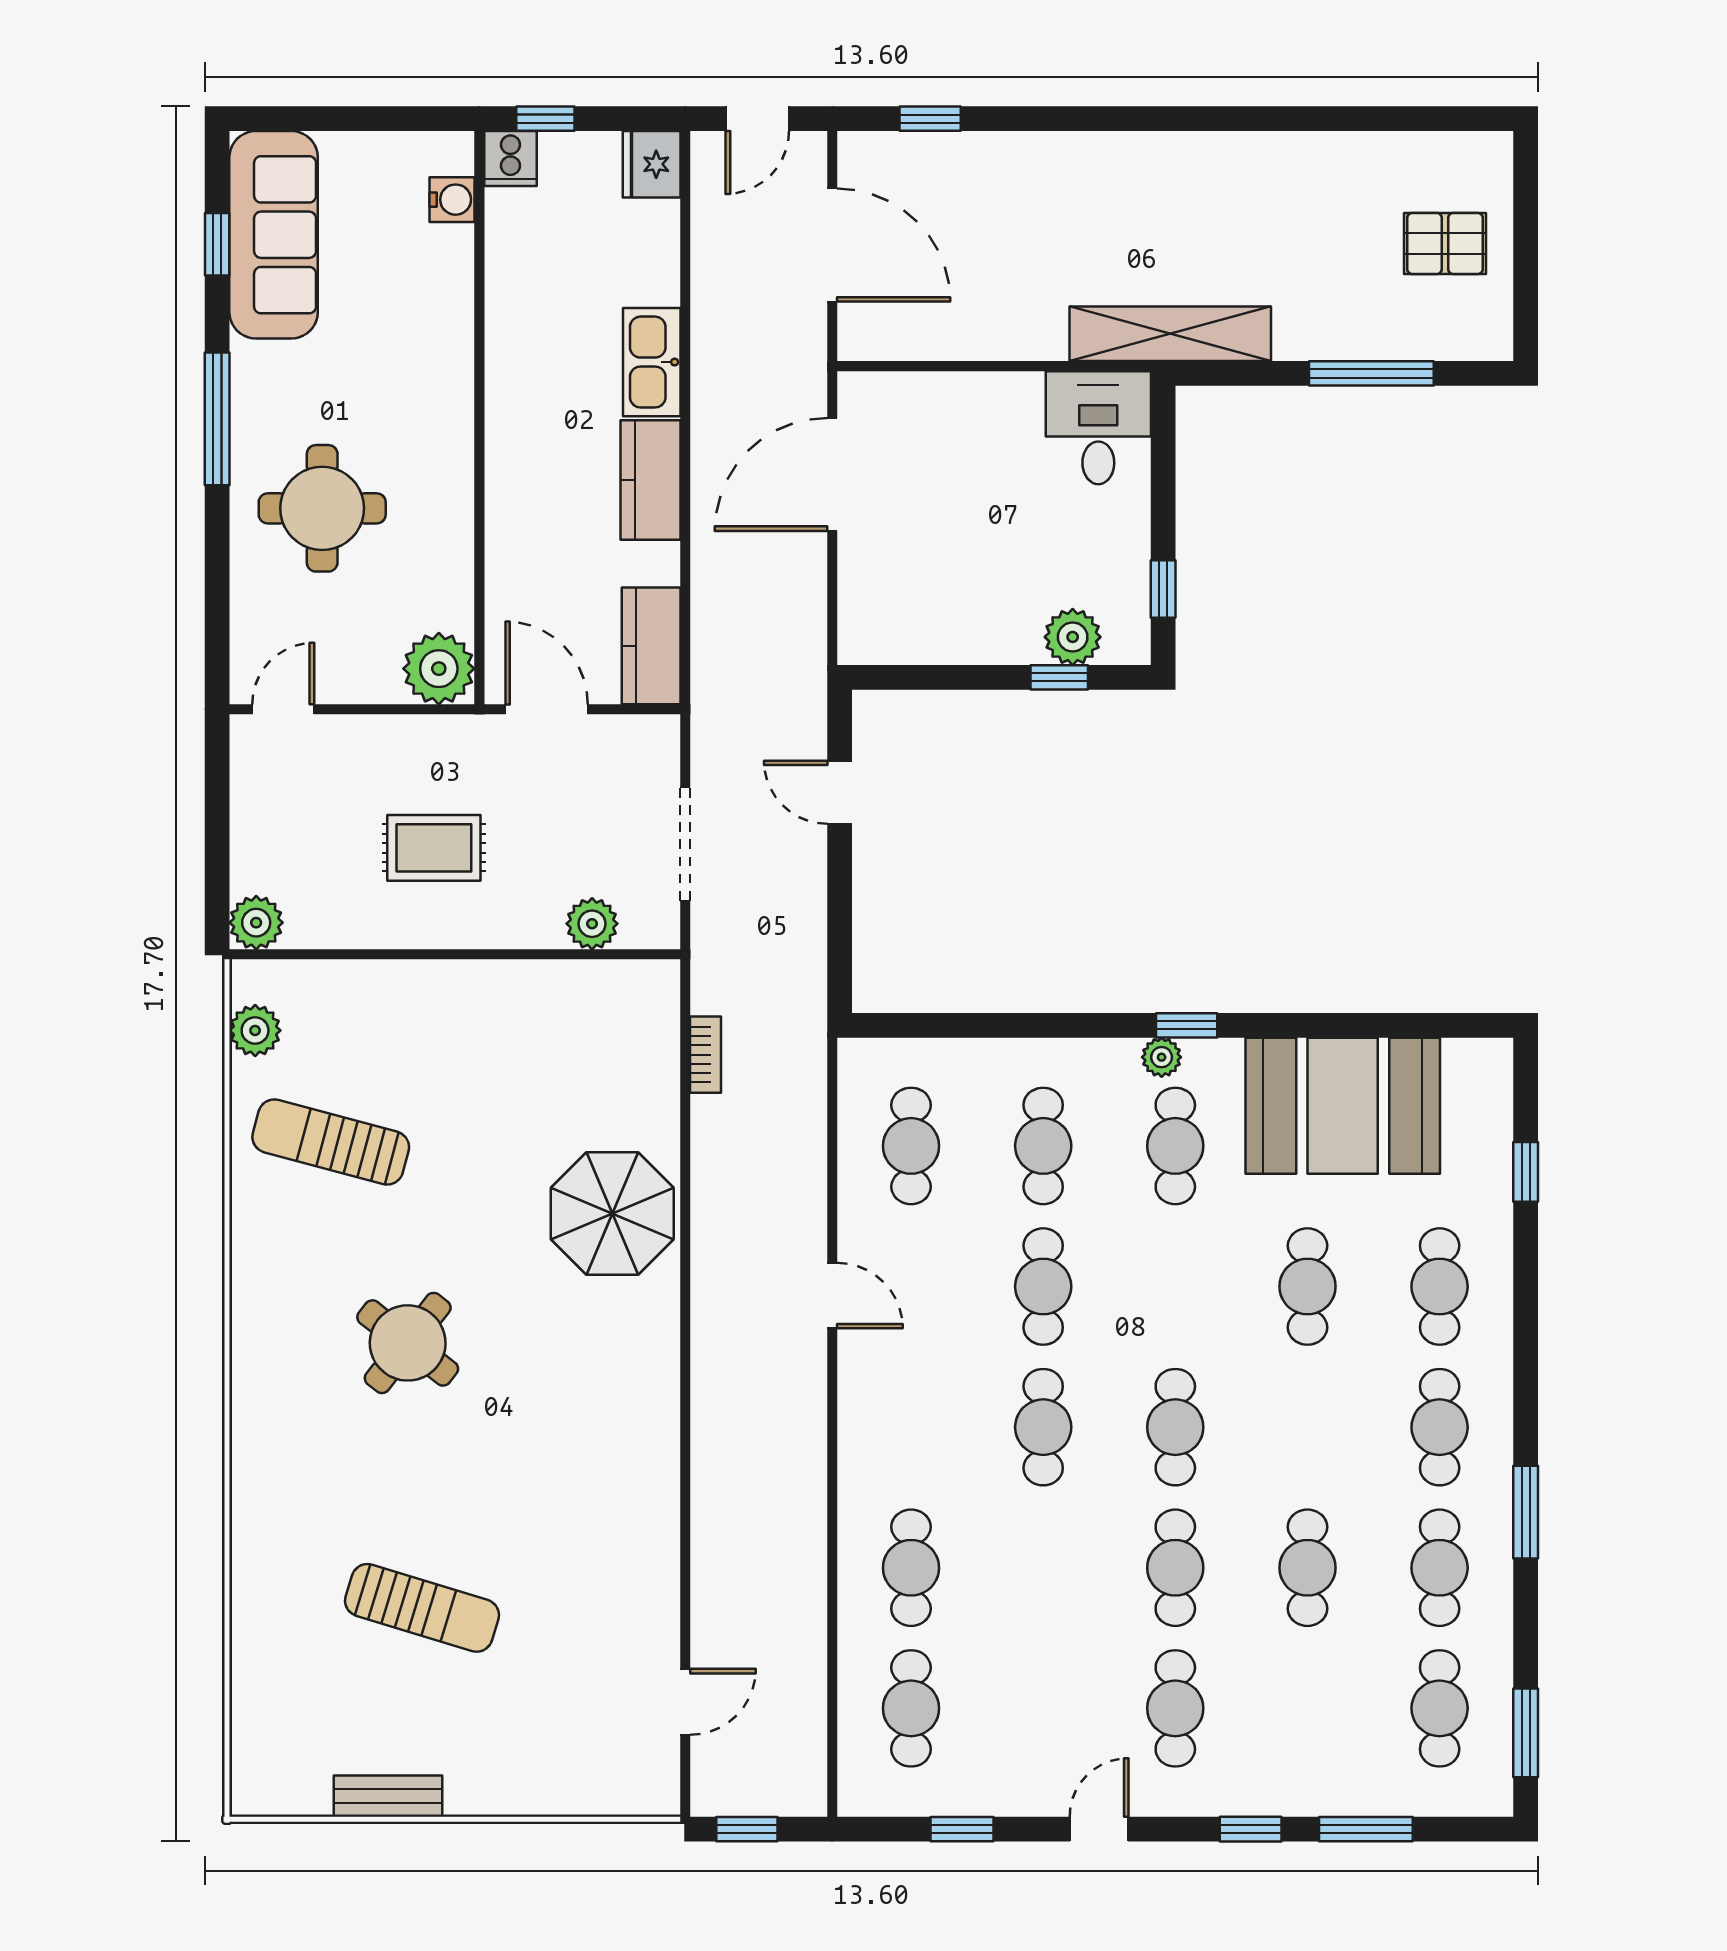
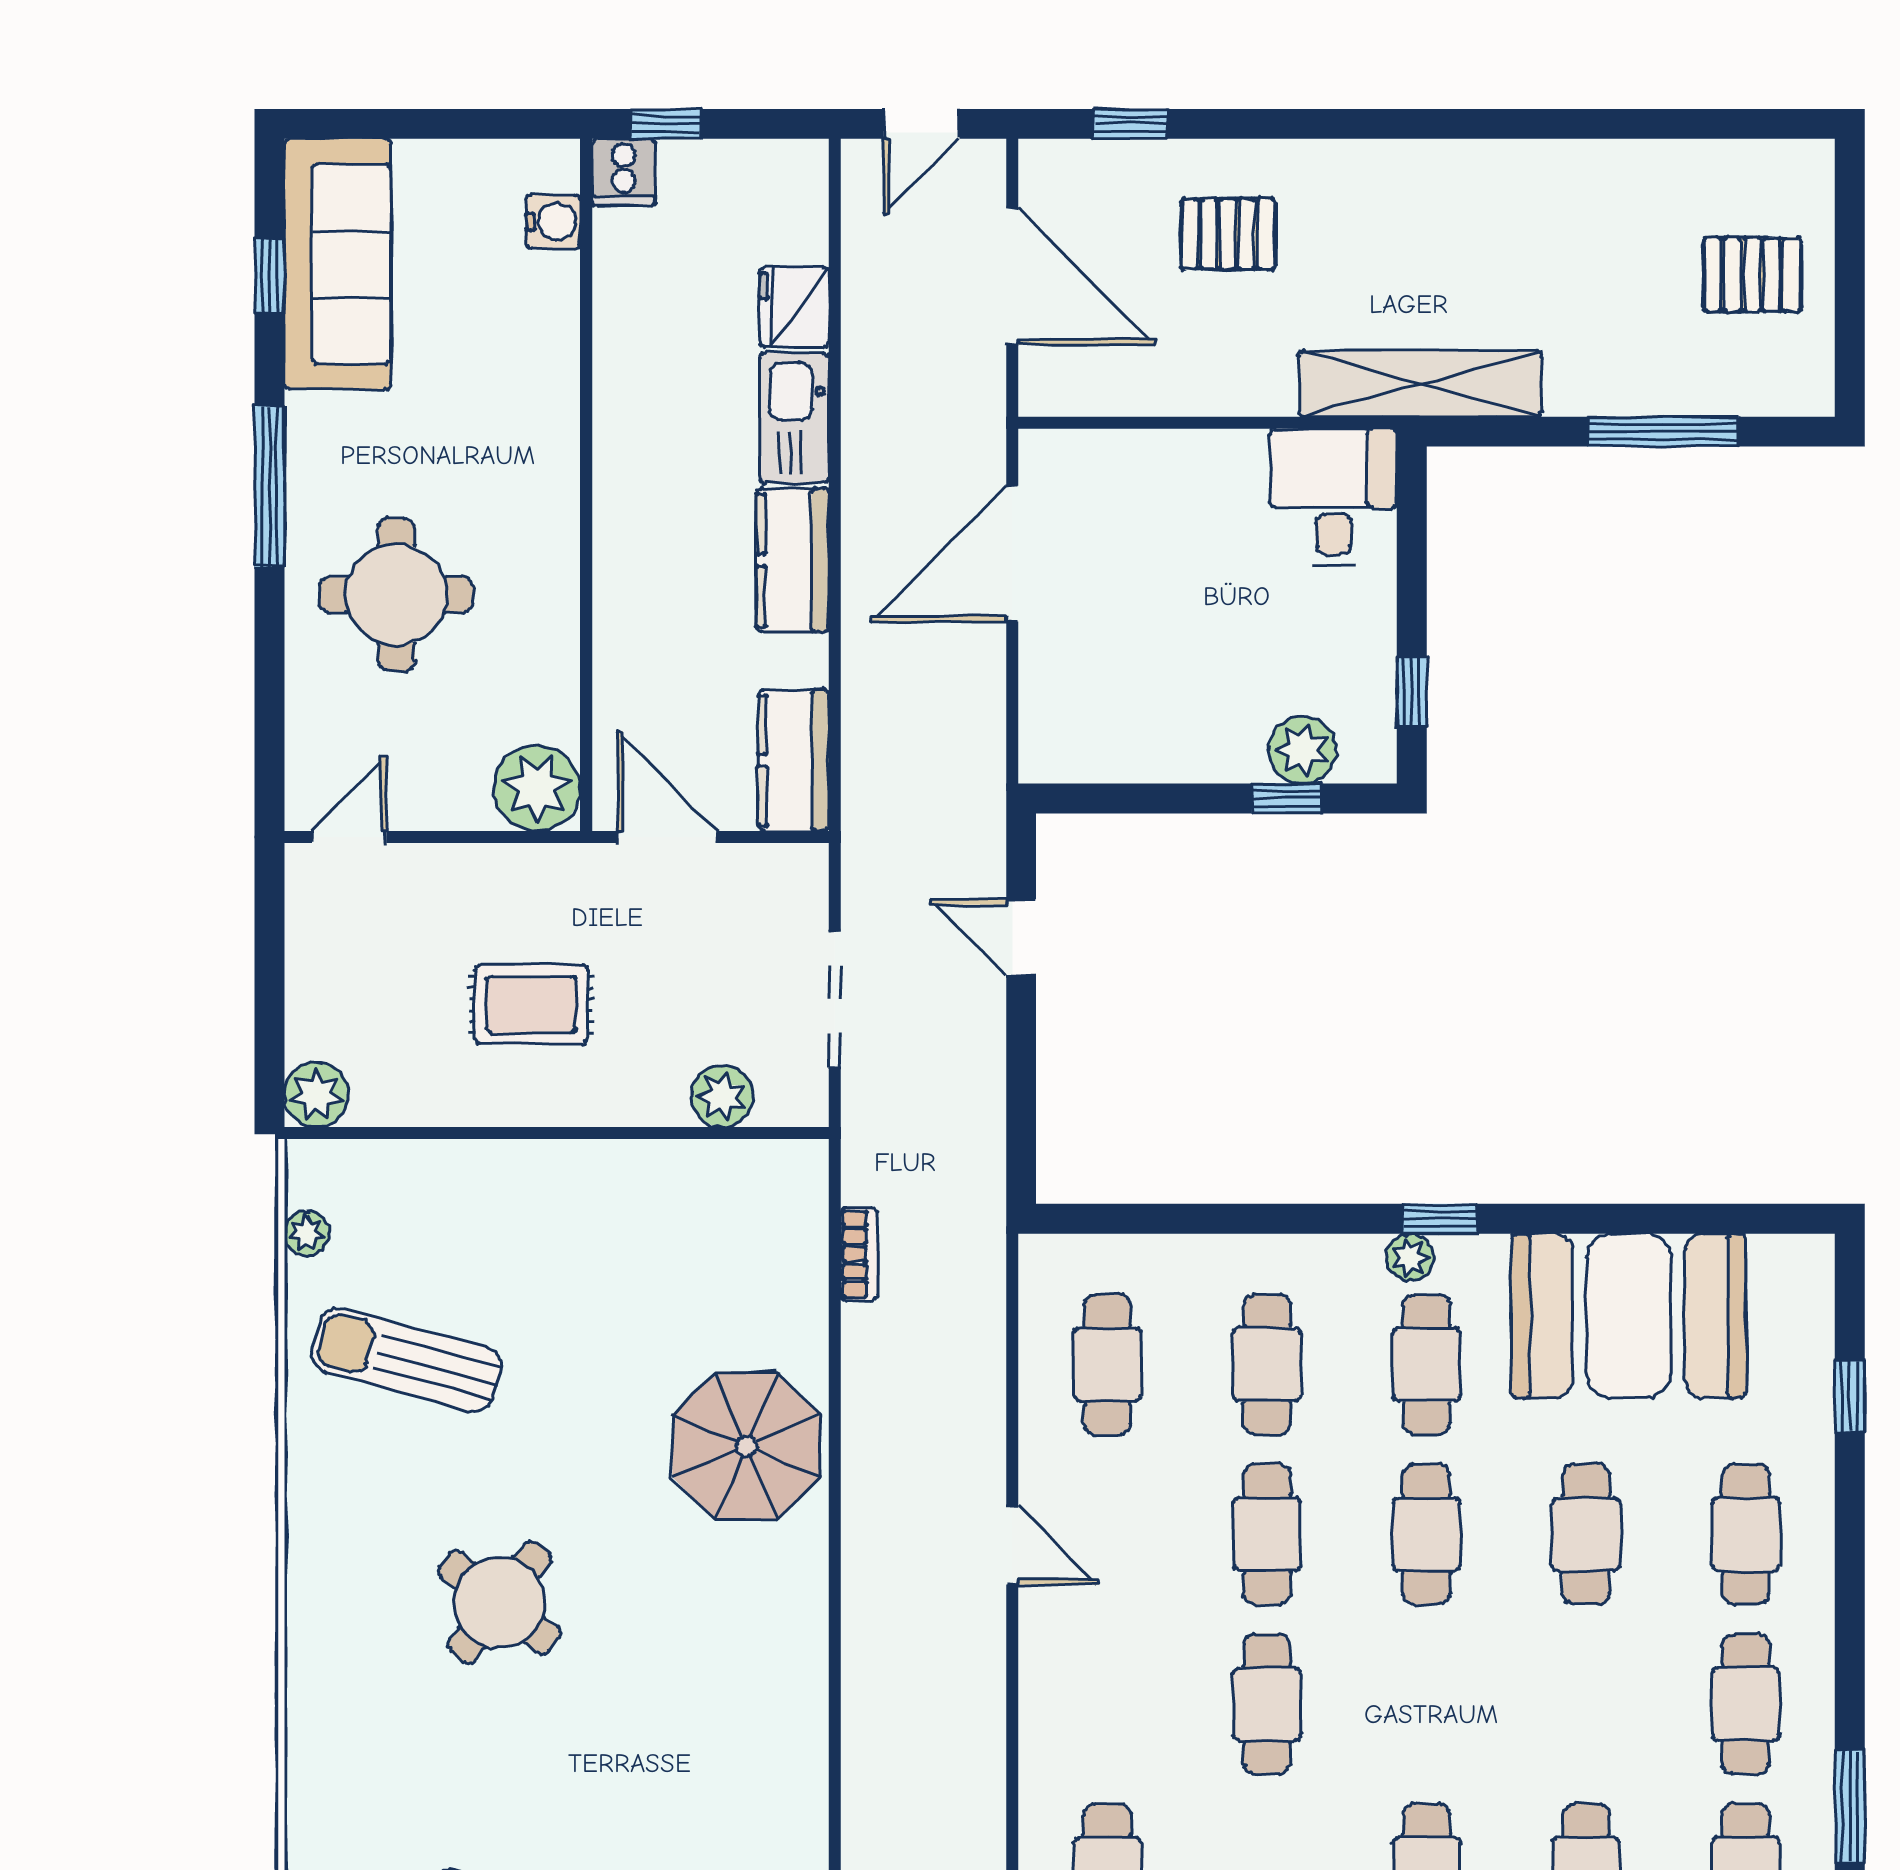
fridge: (652, 164) -> (794, 307), moved
pallet: (1011, 210) -> (1228, 234), added
plant: (255, 1030) -> (307, 1233), width x0.73, depth x0.73
cafe table: (1175, 1427) -> (1427, 1534), moved

